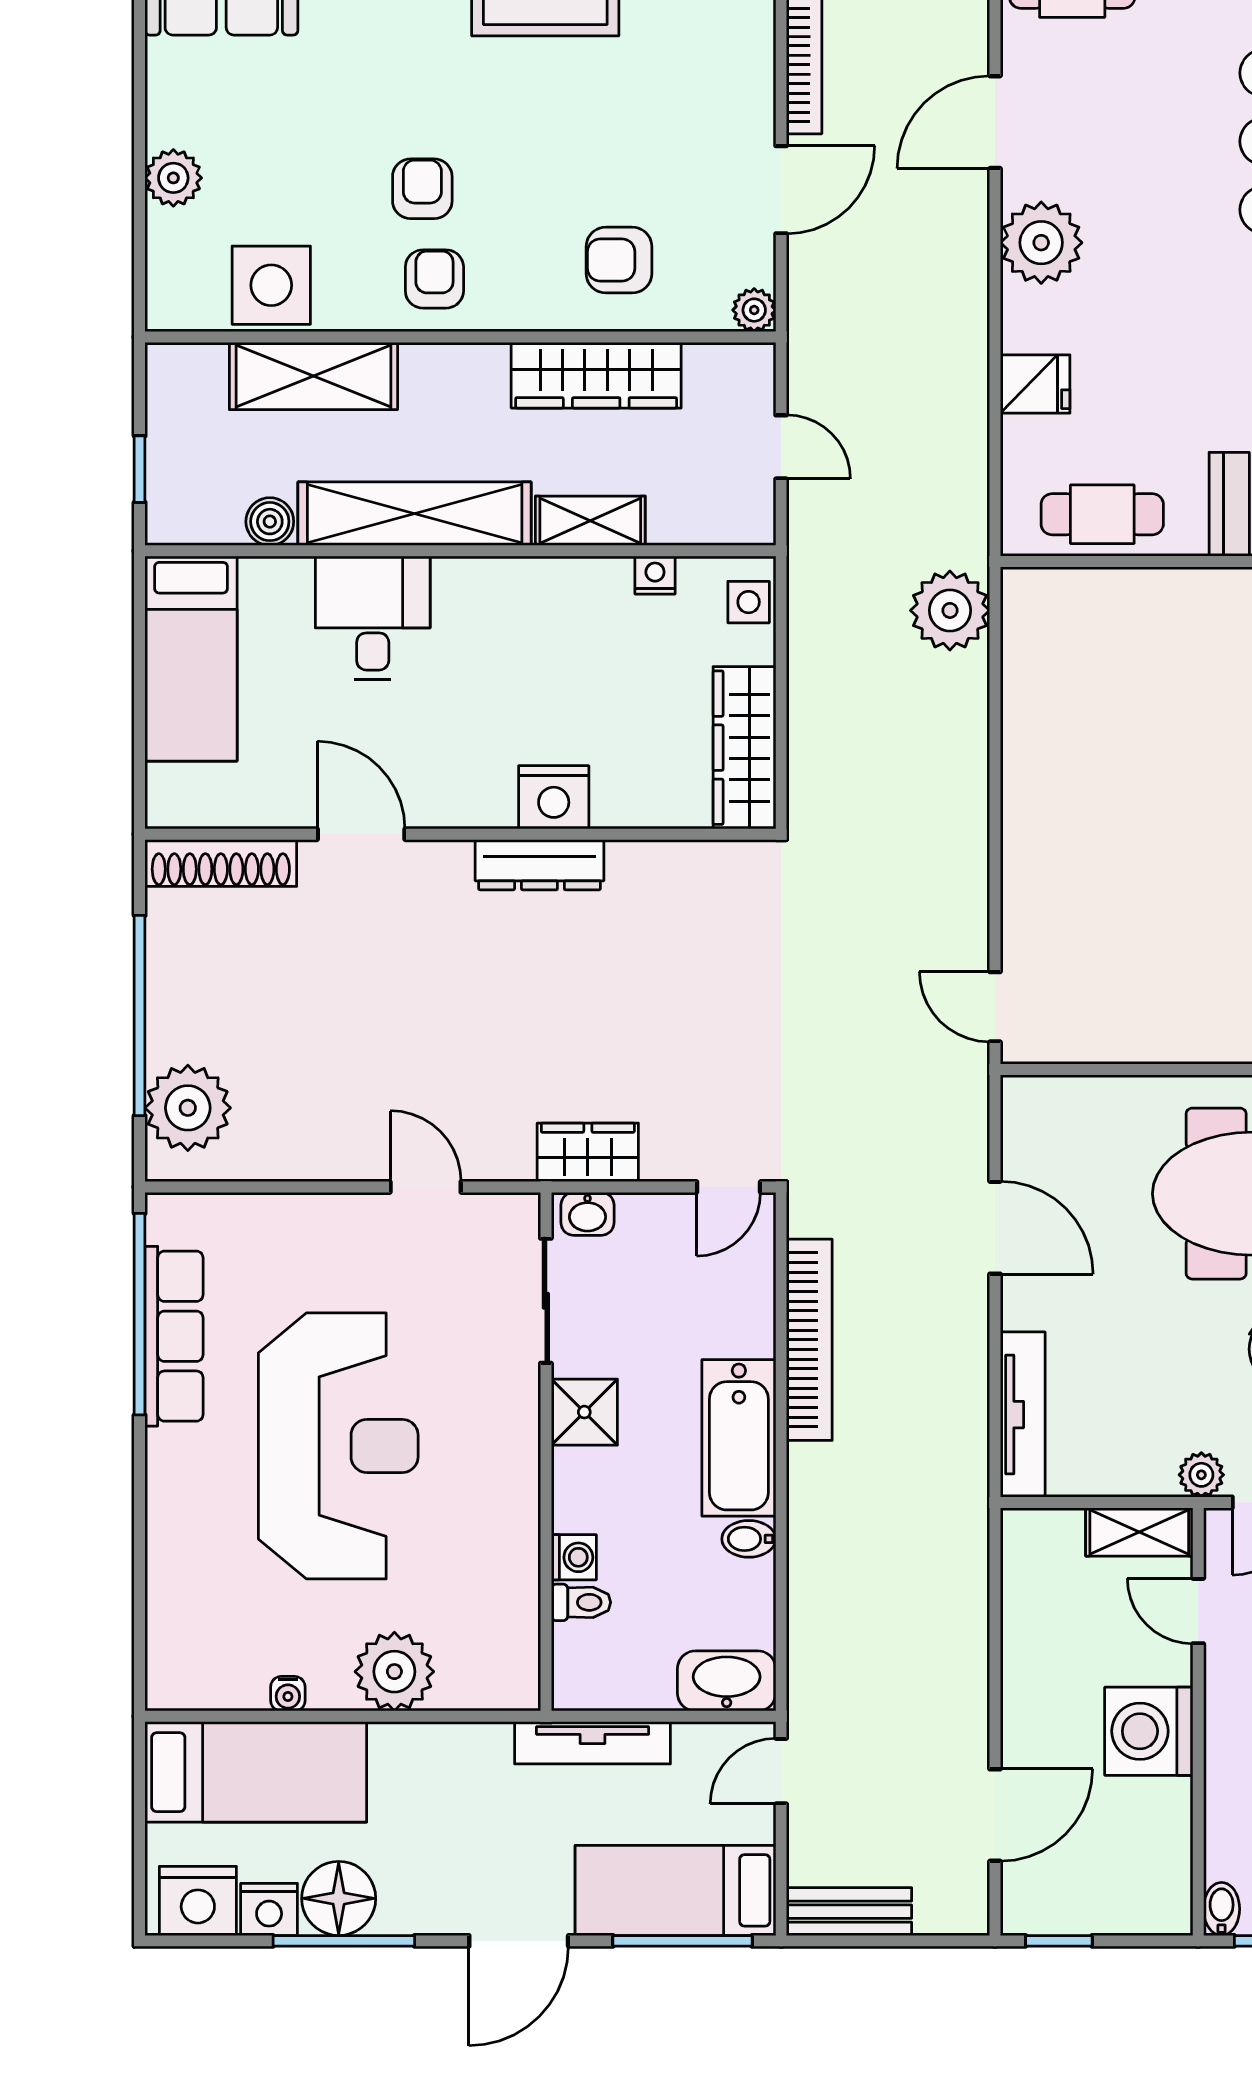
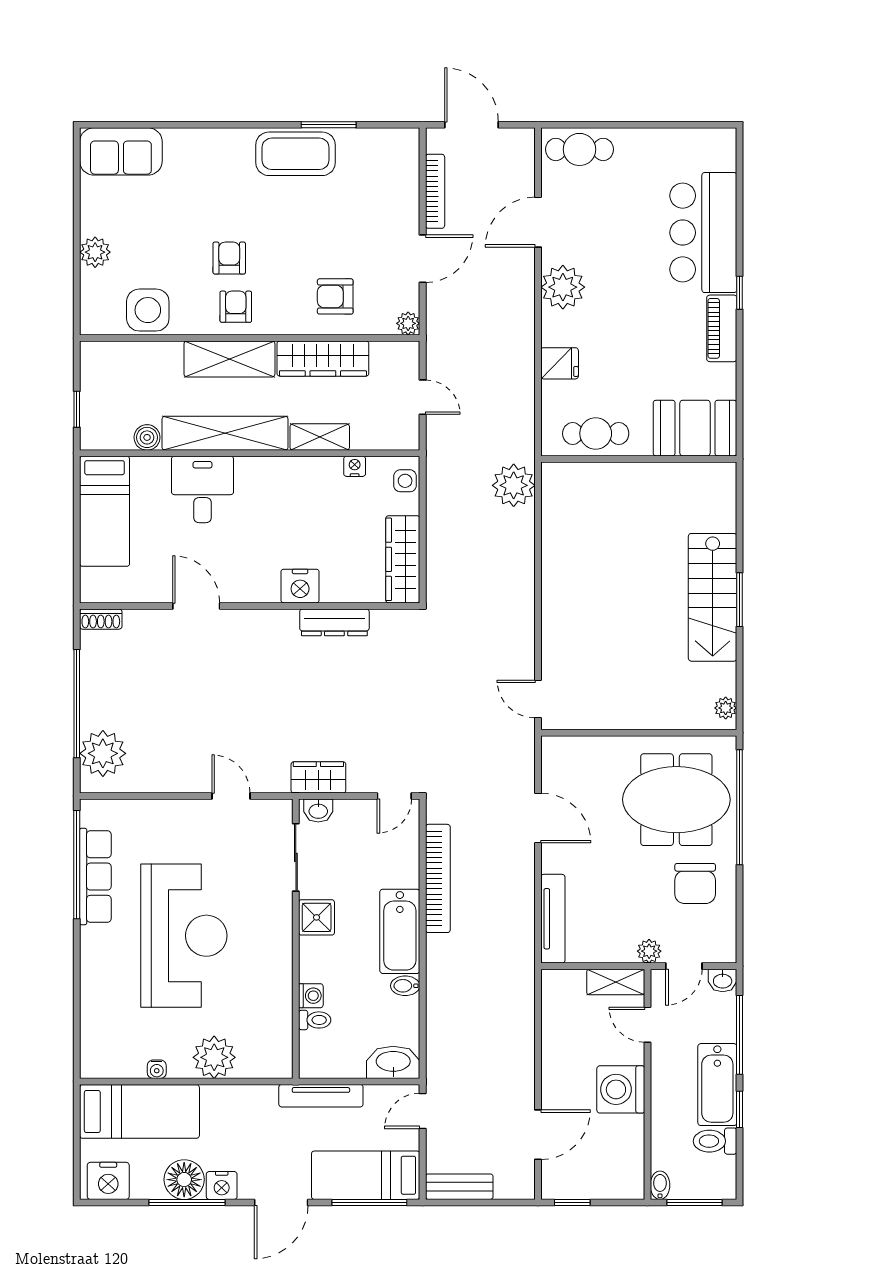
shelving: (313, 376) -> (229, 359), moved
shoe rack: (221, 863) -> (101, 619), width x0.51, depth x0.81
dresser: (539, 865) -> (334, 622), moved
nightstand: (269, 1909) -> (222, 1185), moved

